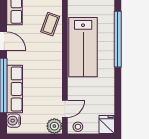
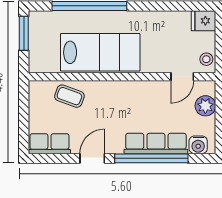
door: (65, 109) -> (182, 77), swing flipped
plant: (54, 126) -> (205, 106), moved

